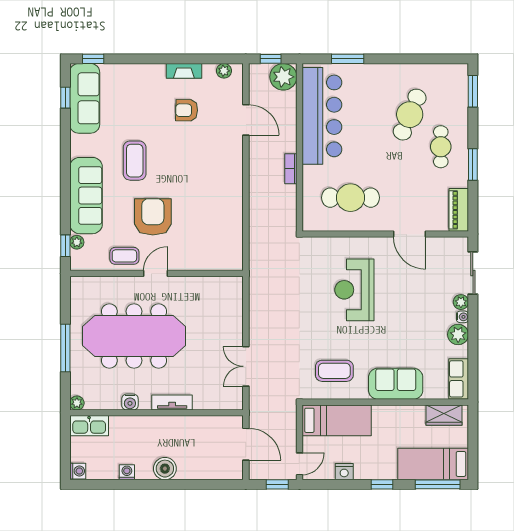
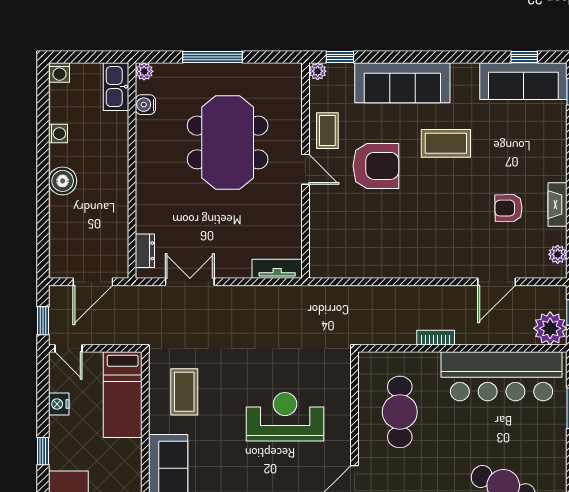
armchair: (187, 110) -> (509, 208), turned -92
plant: (77, 242) -> (318, 71), moved
meeting table: (134, 336) -> (228, 142), width x0.73
water cooler: (130, 402) -> (145, 105), moved
tv unit: (172, 402) -> (277, 269), moved, turned -90
dresser: (221, 402) -> (145, 251), added

